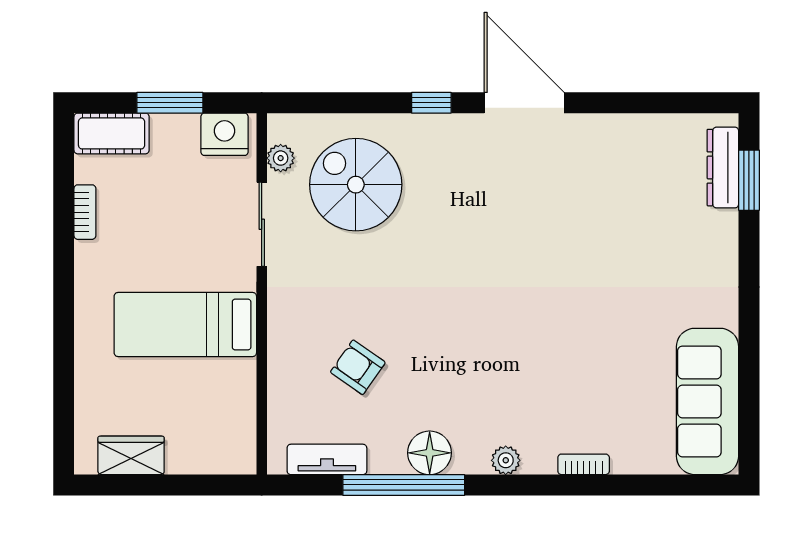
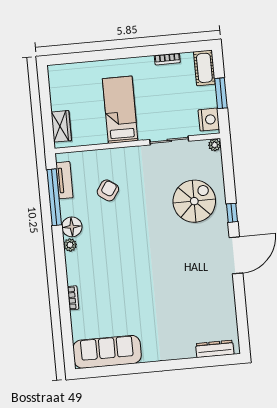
plant: (281, 158) -> (215, 145), moved
window: (749, 180) -> (210, 361), removed
spiral stairs: (356, 185) -> (194, 201), moved
wardrobe: (131, 455) -> (61, 126), moved
plant: (506, 460) -> (70, 245), moved
window: (404, 485) -> (54, 197), moved

